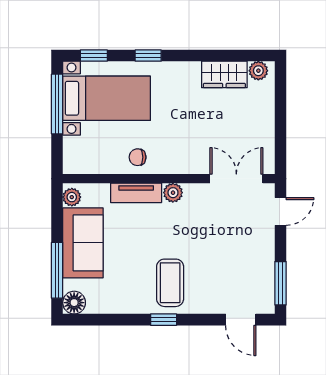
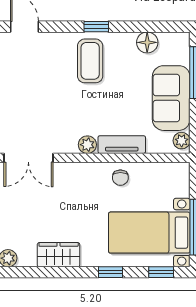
wardrobe: (224, 74) -> (59, 255), moved
chair: (138, 157) -> (120, 178), turned 90
floor lamp: (74, 303) -> (147, 42), moved

